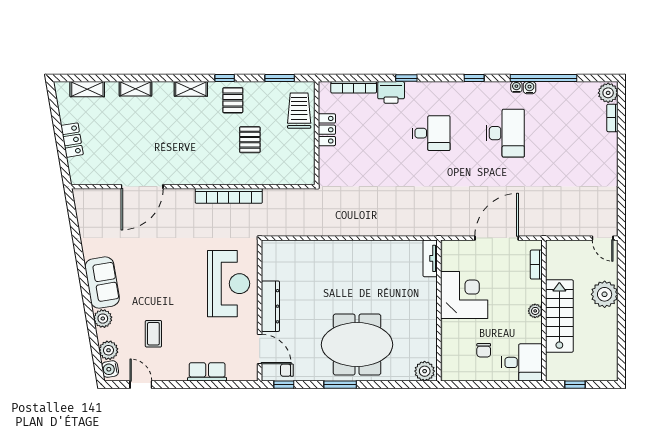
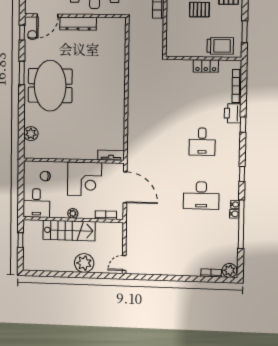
tv unit: (430, 258) -> (111, 155), moved
corner desk: (464, 295) -> (84, 179), moved
wall: (439, 311) -> (74, 161), moved

